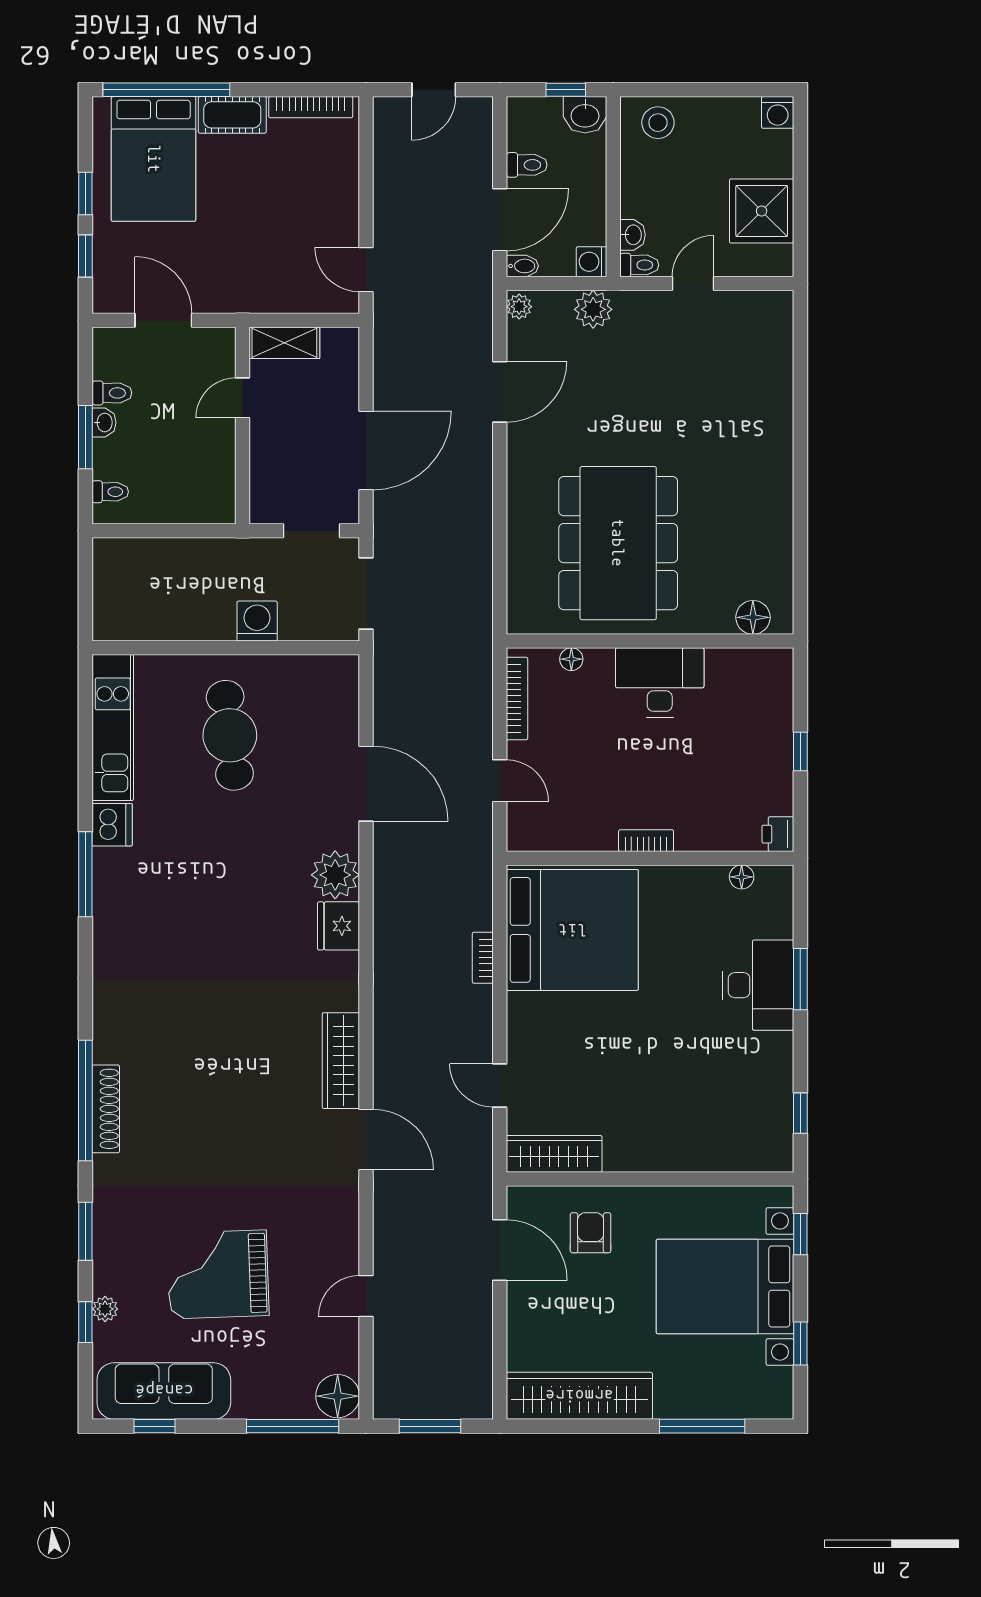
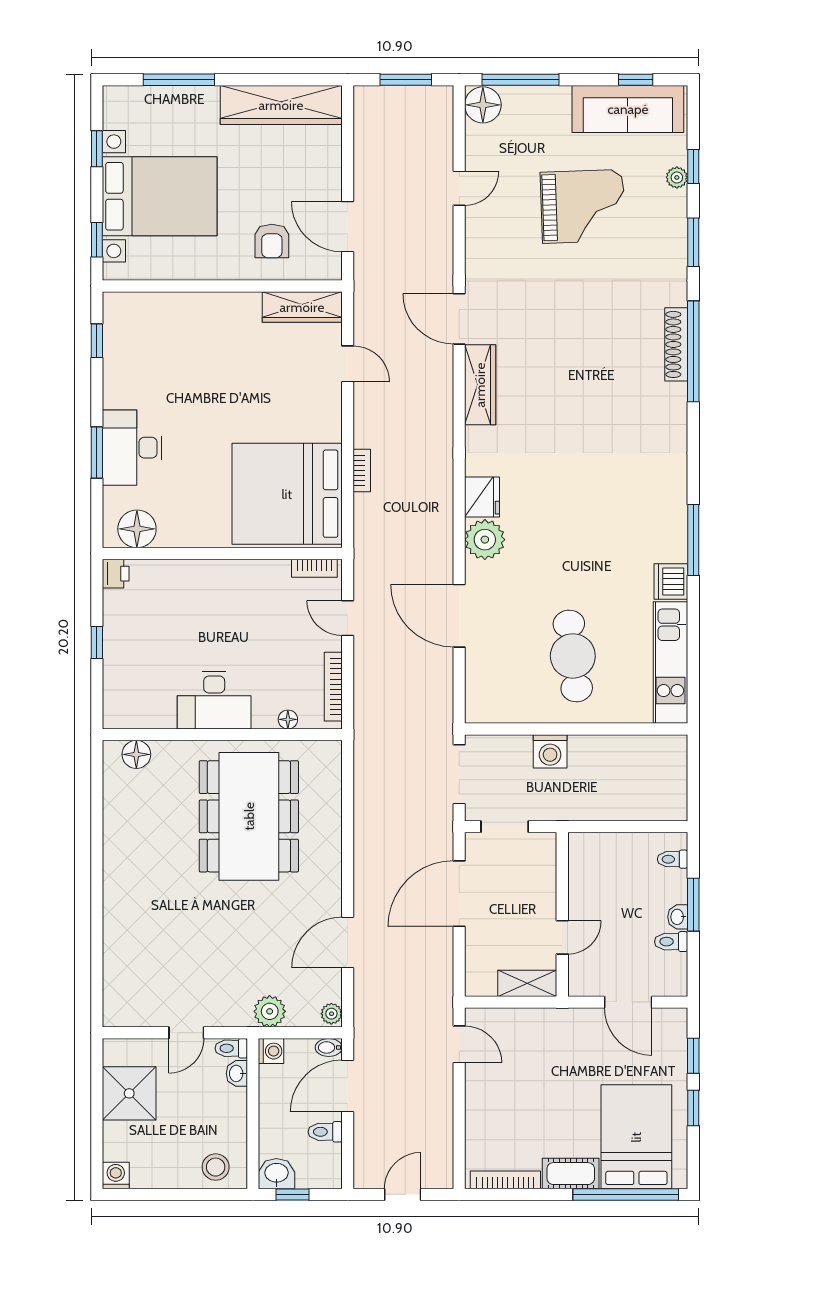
bookcase: (646, 841) -> (314, 568), moved
floor lamp: (742, 877) -> (137, 529), width x1.89, depth x1.89

